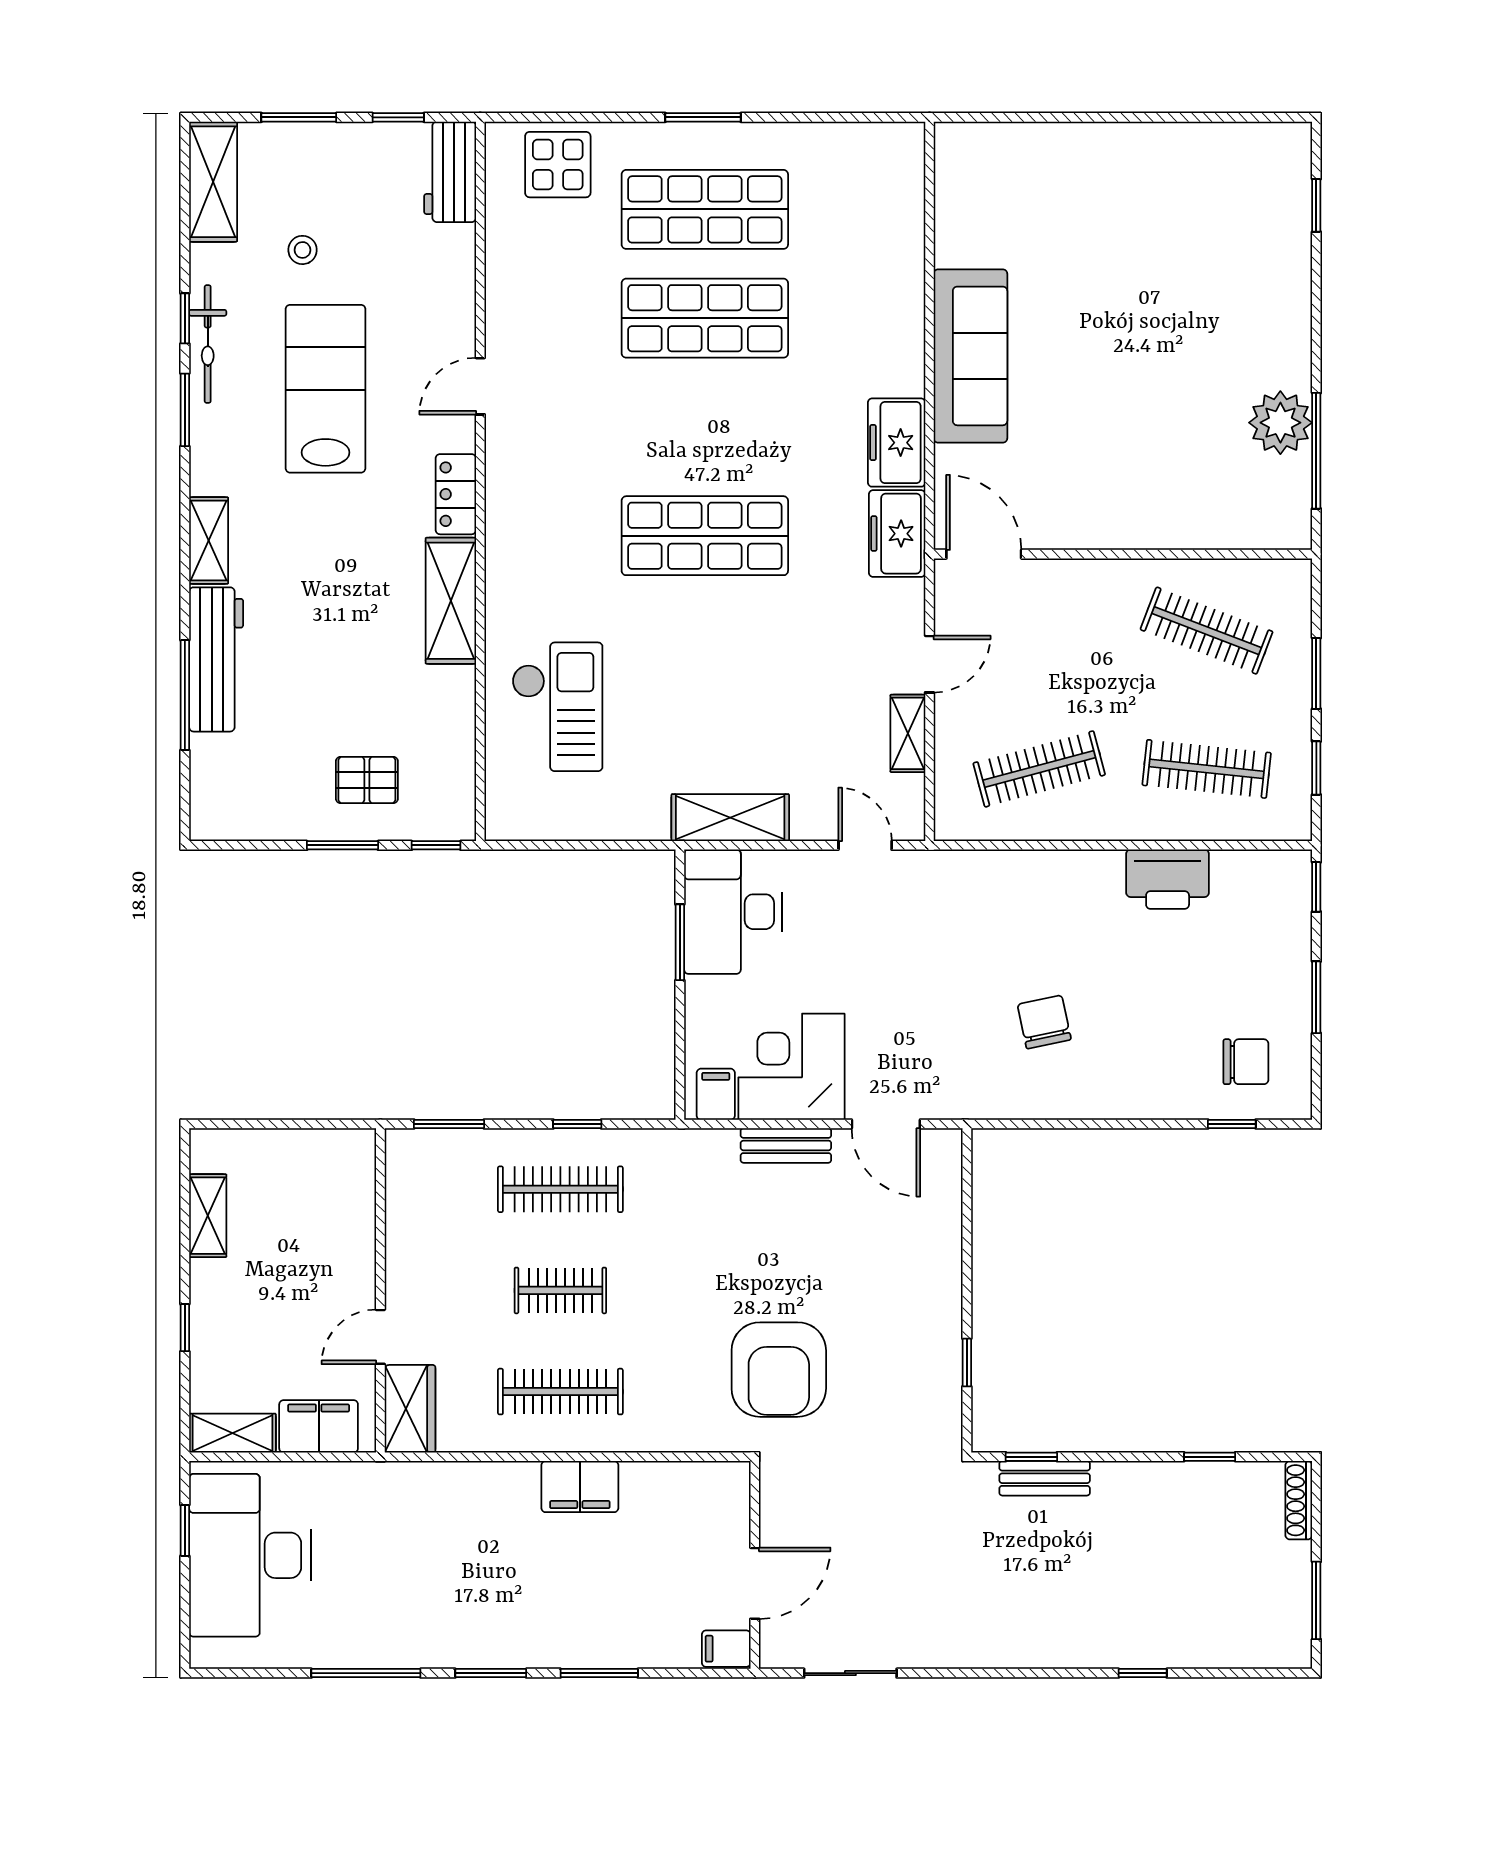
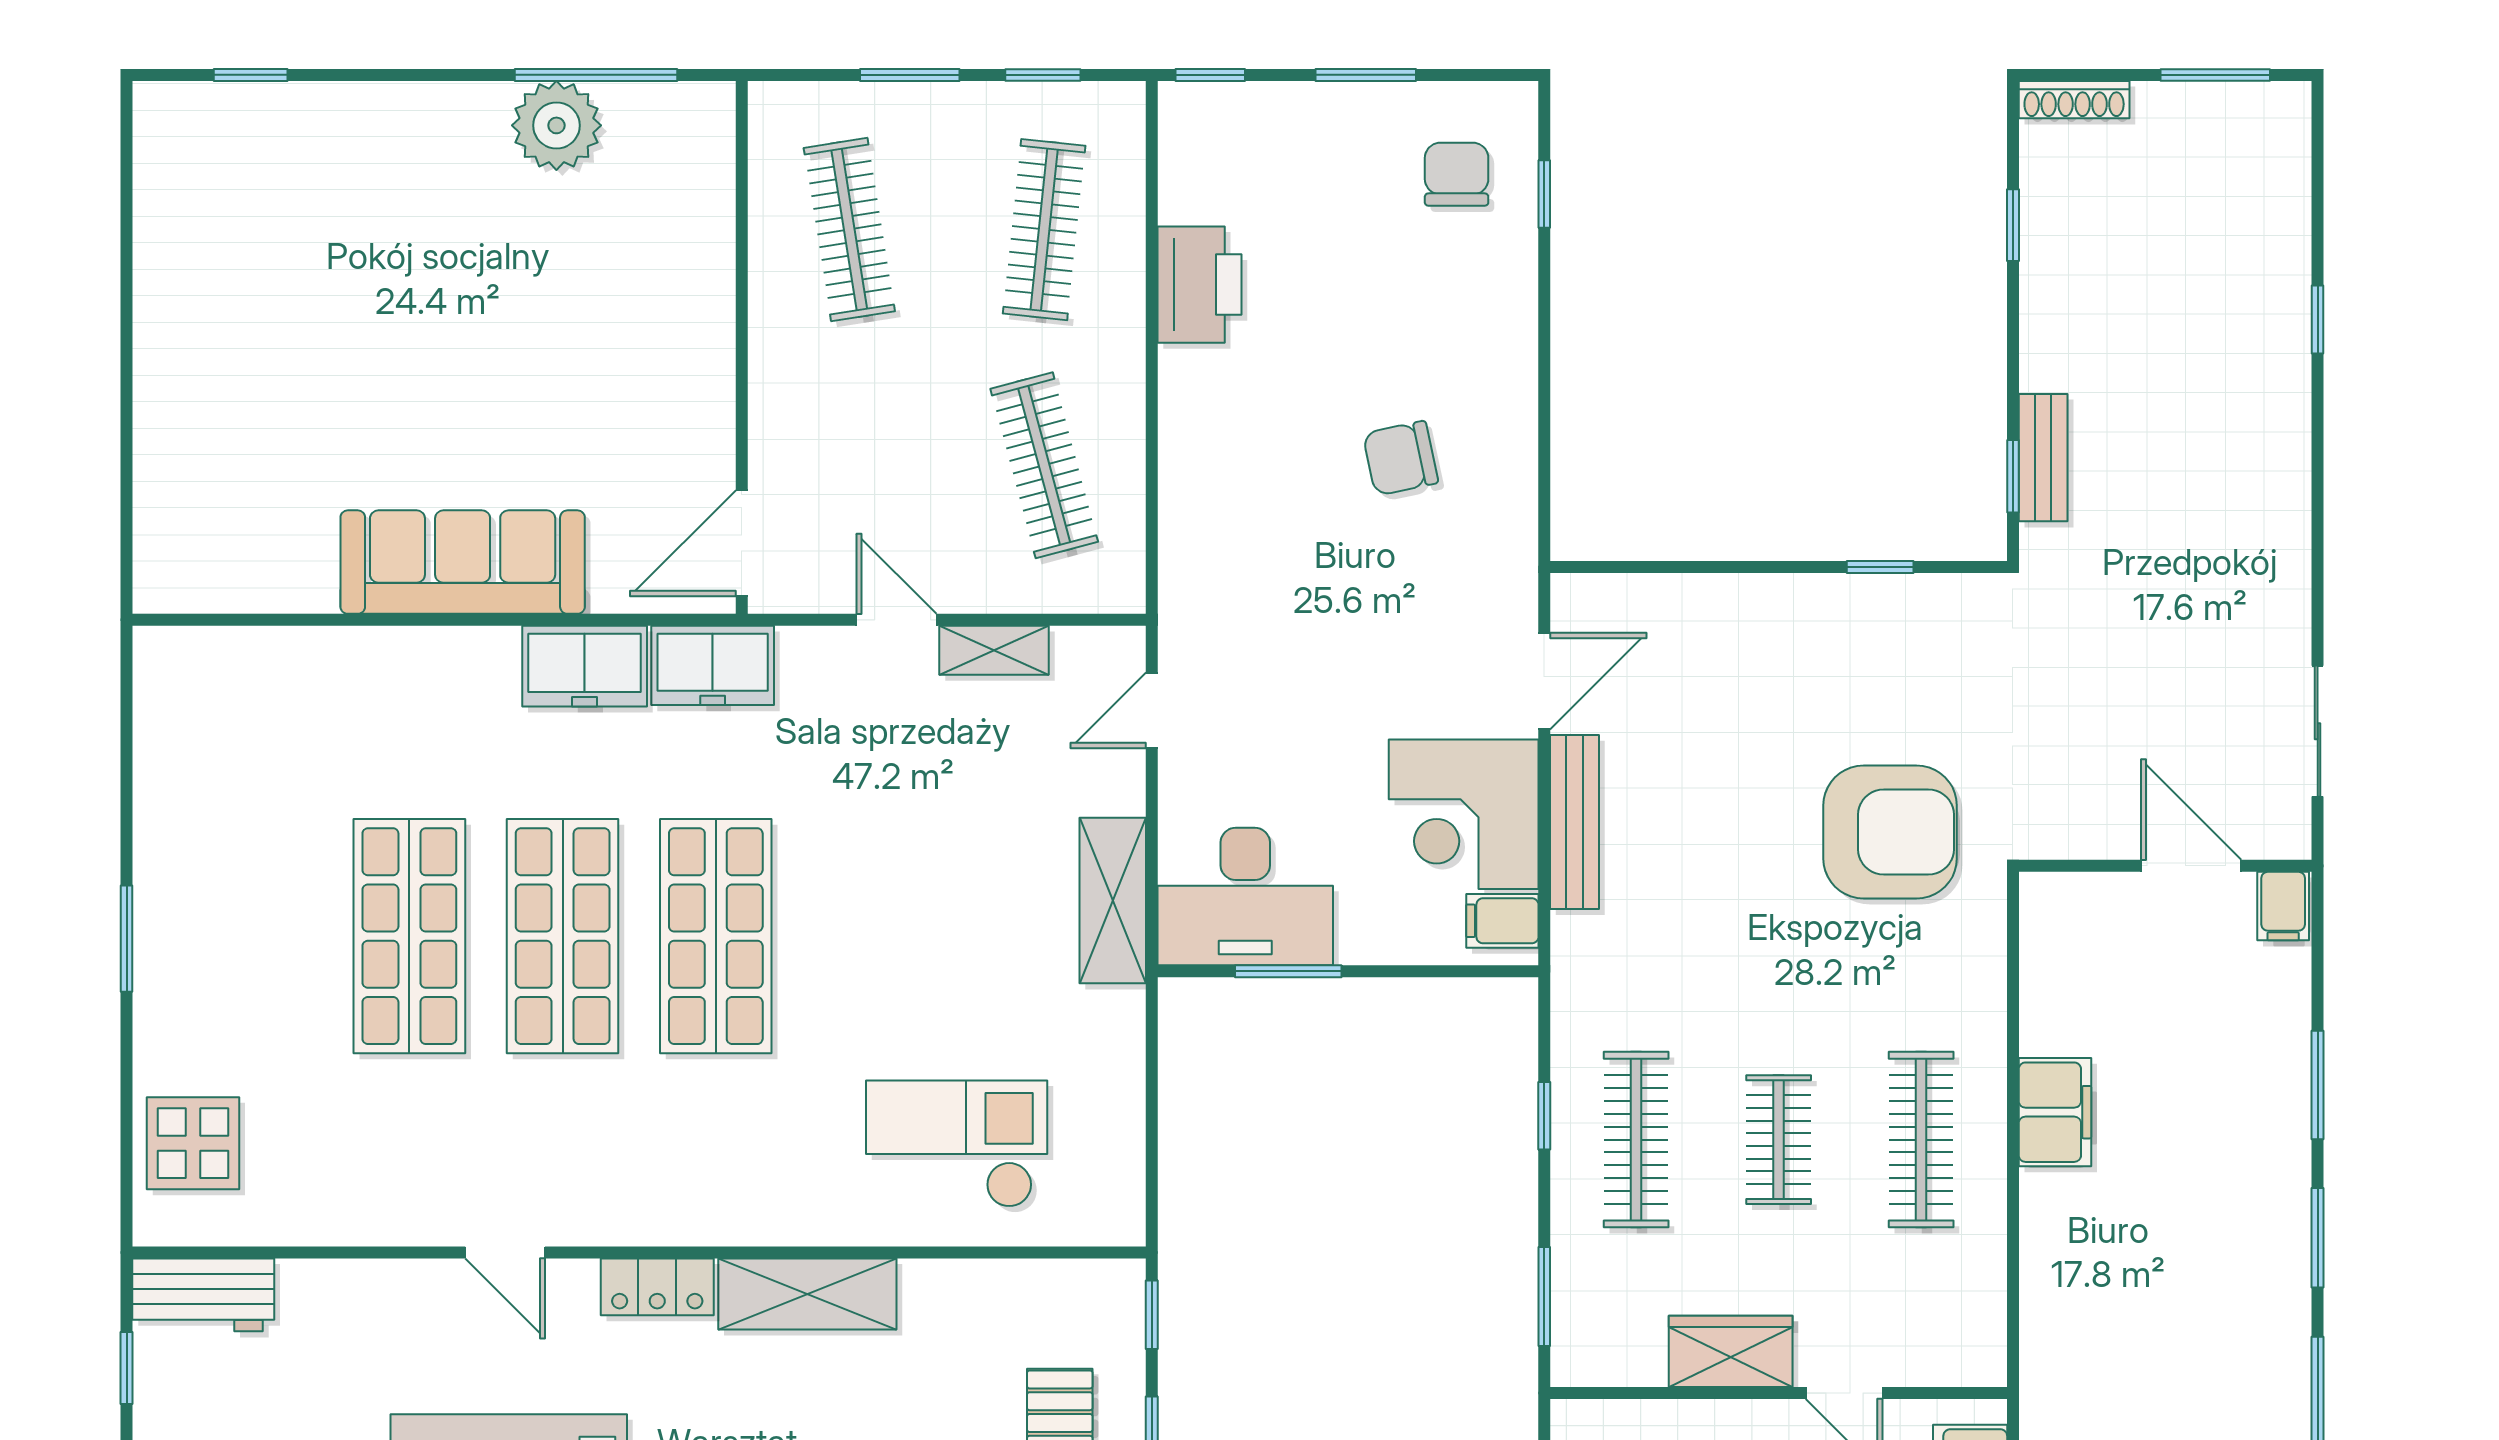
shop shelf: (705, 209) -> (563, 936), moved
clothes rail: (1207, 631) -> (849, 230), turned -30
bench: (786, 1145) -> (1574, 822), width x1.36
wardrobe: (410, 1409) -> (1731, 1351), moved

